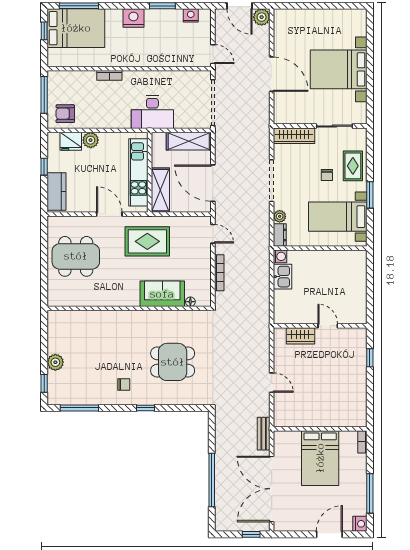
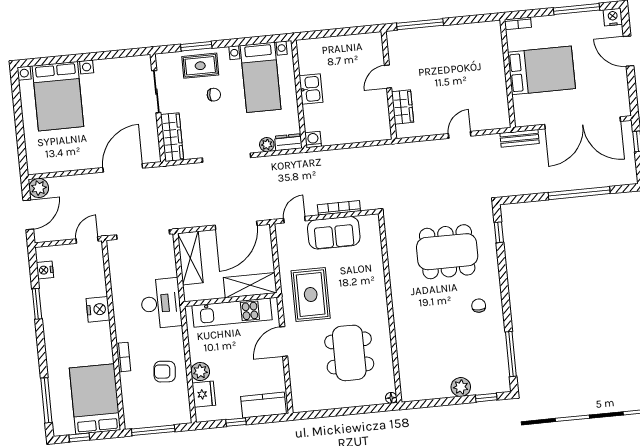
nightstand: (133, 18) -> (98, 309), moved, turned 180
bed: (76, 28) -> (95, 399), moved
bed with nightstands: (339, 69) -> (58, 96), moved
door: (272, 74) -> (123, 168), moved
armchair: (65, 114) -> (165, 372), moved, turned 95
window: (370, 195) -> (196, 46), moved
dining table: (76, 256) -> (349, 353), moved
kitchen sink: (283, 277) -> (311, 89), moved, turned 90
sofa: (162, 294) -> (334, 233), moved, turned -90
floor lamp: (190, 302) -> (391, 398), moved
window: (370, 358) -> (420, 24), width x2.17
dining table: (173, 362) -> (447, 252), width x1.38
window: (146, 408) -> (499, 232), moved

